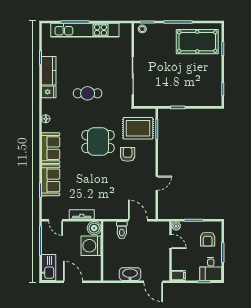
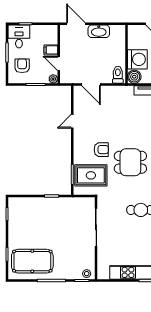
armchair: (128, 154) -> (101, 150), turned -90
toilet: (122, 230) -> (118, 75), moved
filing cabinet: (178, 275) -> (51, 50), moved

